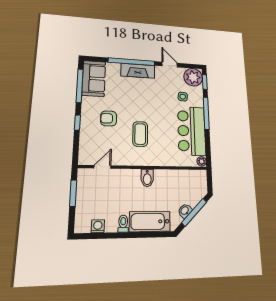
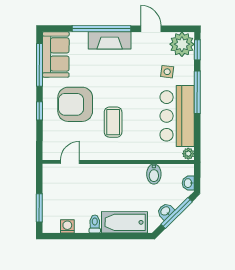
armchair: (109, 118) -> (75, 104), width x1.88, depth x1.88
bidet: (147, 178) -> (154, 174), moved
washbasin: (203, 186) -> (188, 183), added
window: (73, 193) -> (39, 208), moved

